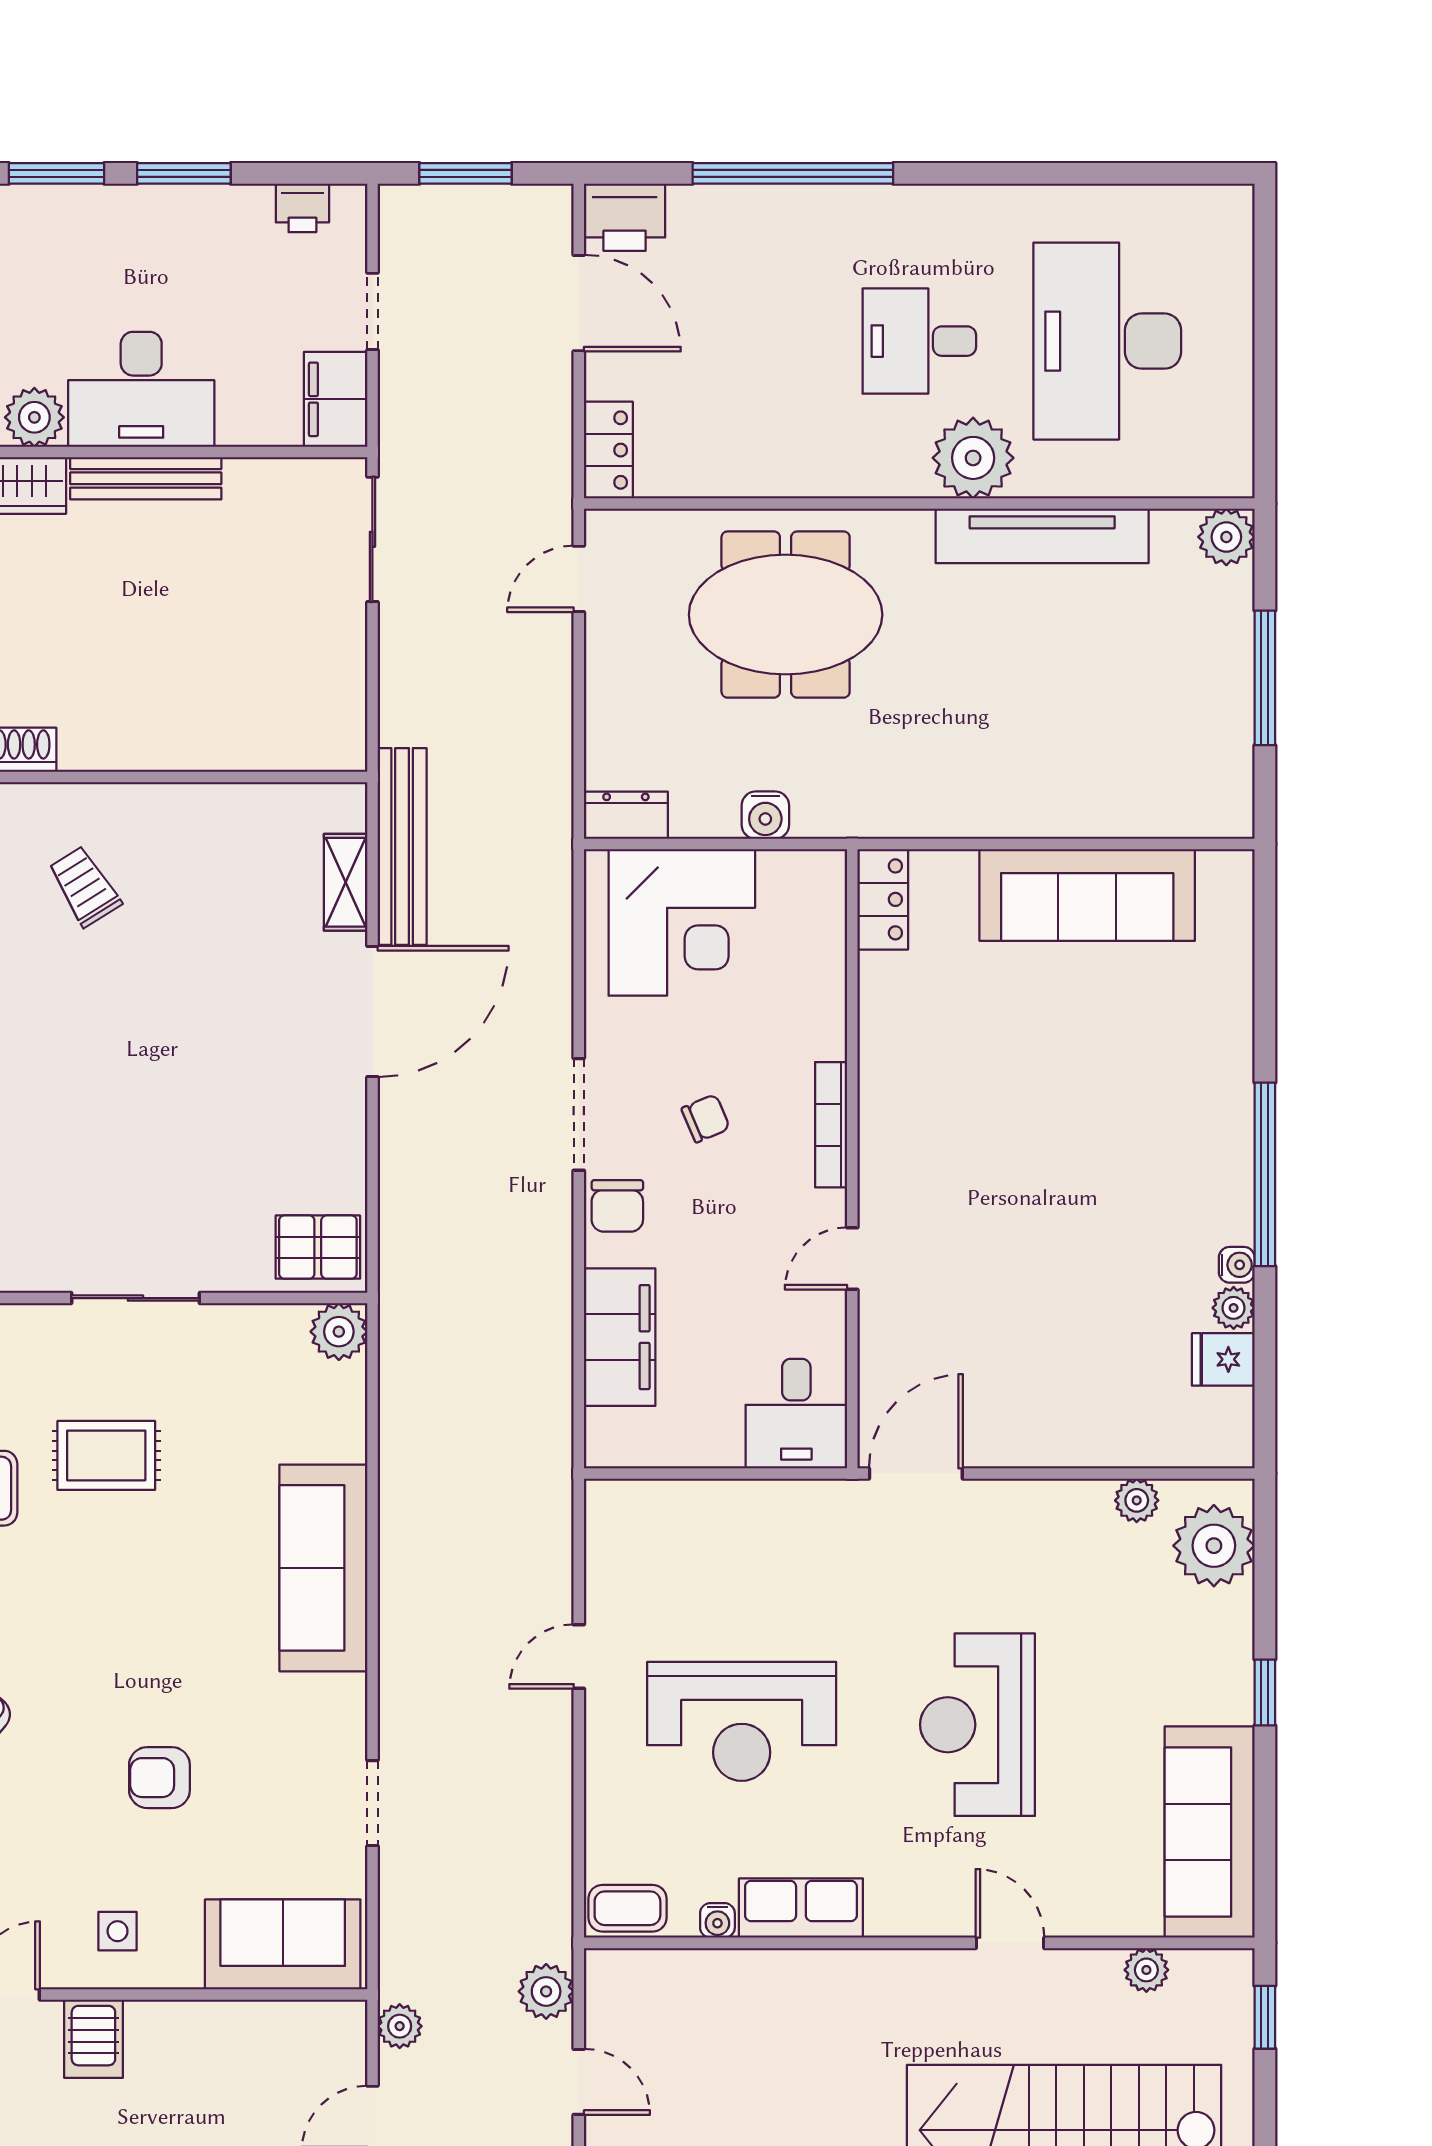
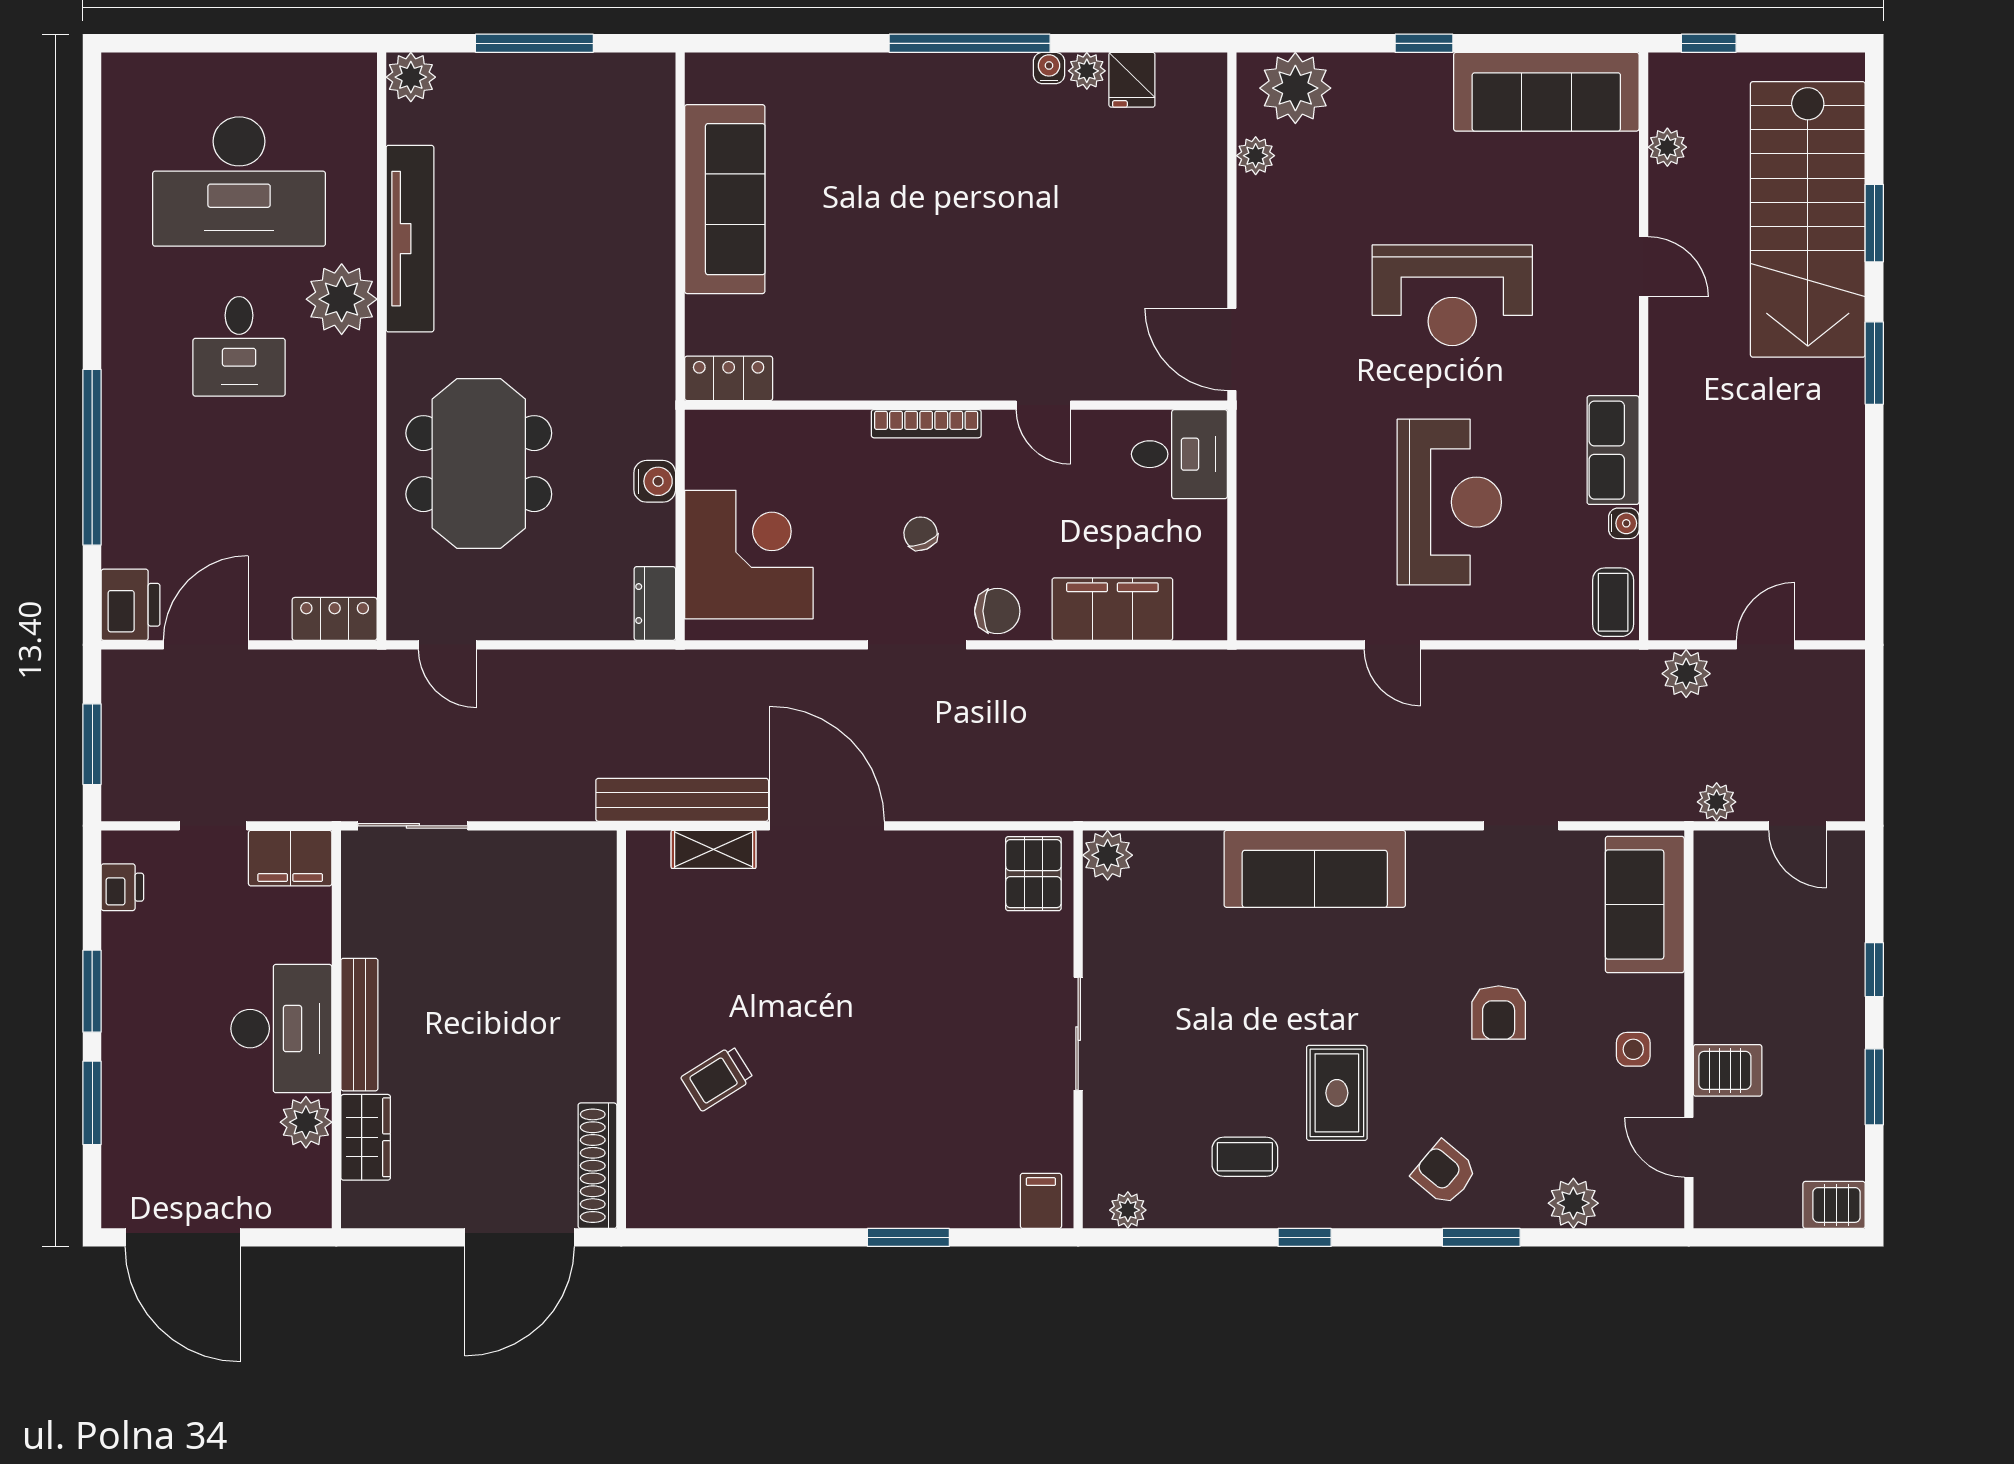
rug: (106, 1455) -> (1337, 1093), moved
door: (1010, 1943) -> (1644, 267), swing flipped

